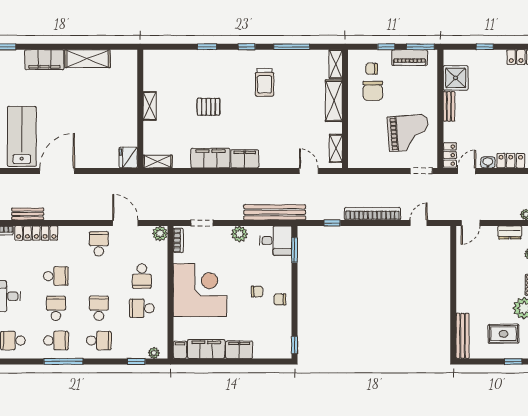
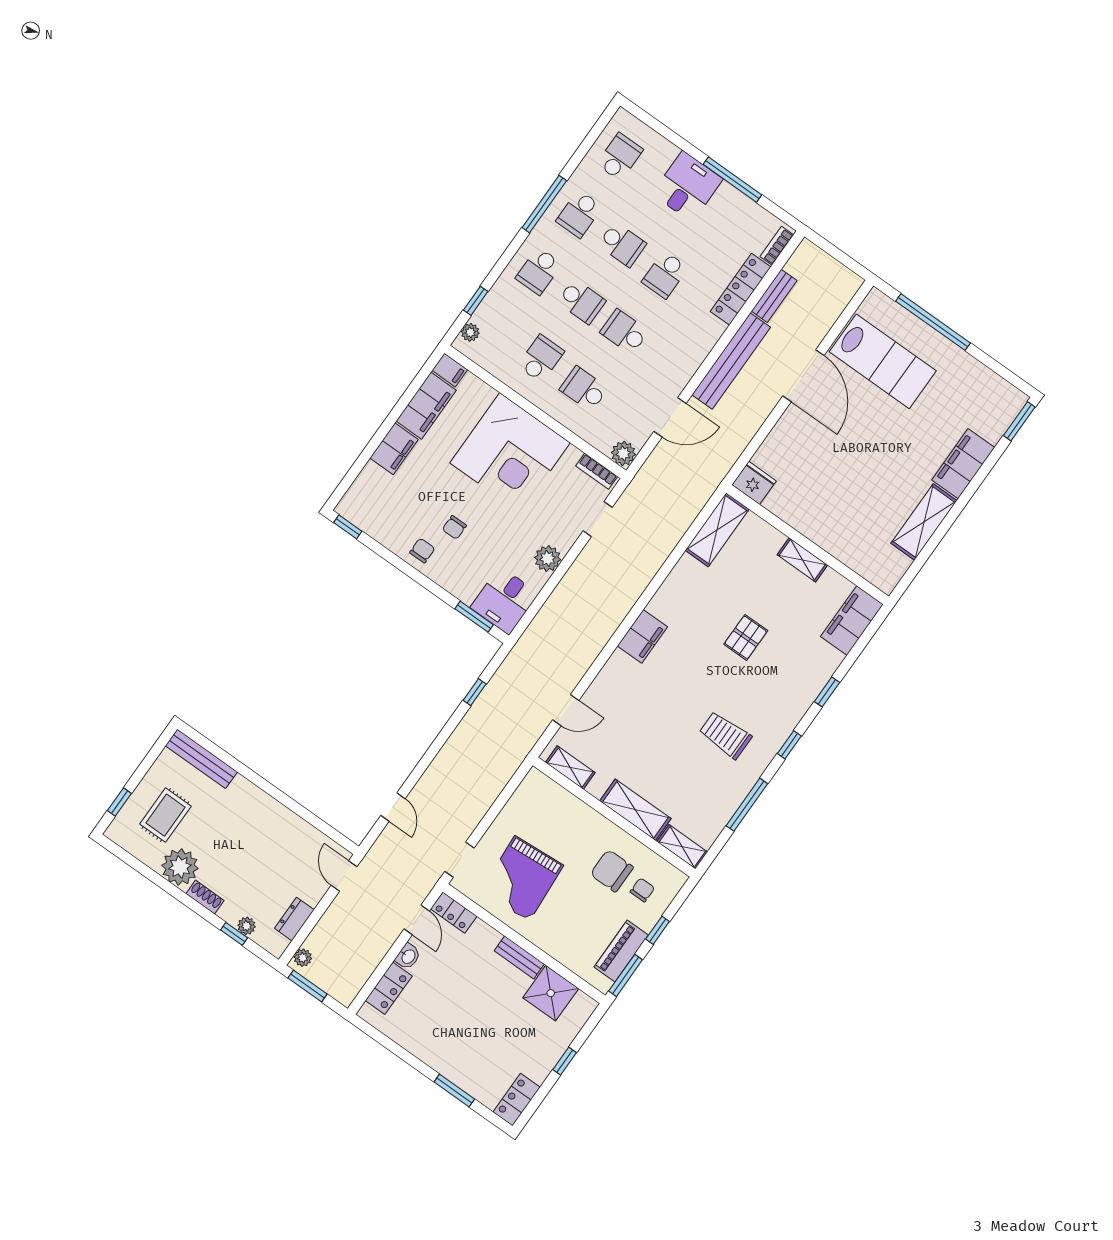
filing cabinet: (210, 158) -> (852, 621), moved, turned 180
shelving: (158, 162) -> (717, 530), width x1.50, depth x1.33
bench: (275, 212) -> (731, 361), moved
bookcase: (372, 214) -> (449, 754), removed
school desk: (99, 244) -> (624, 332), moved, turned 180

